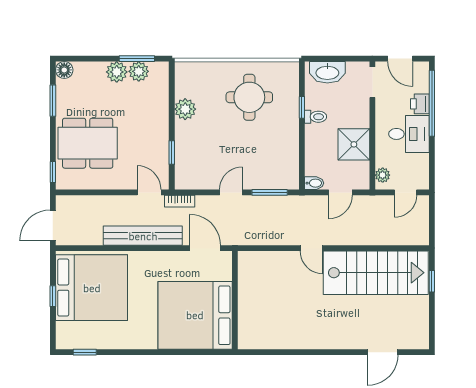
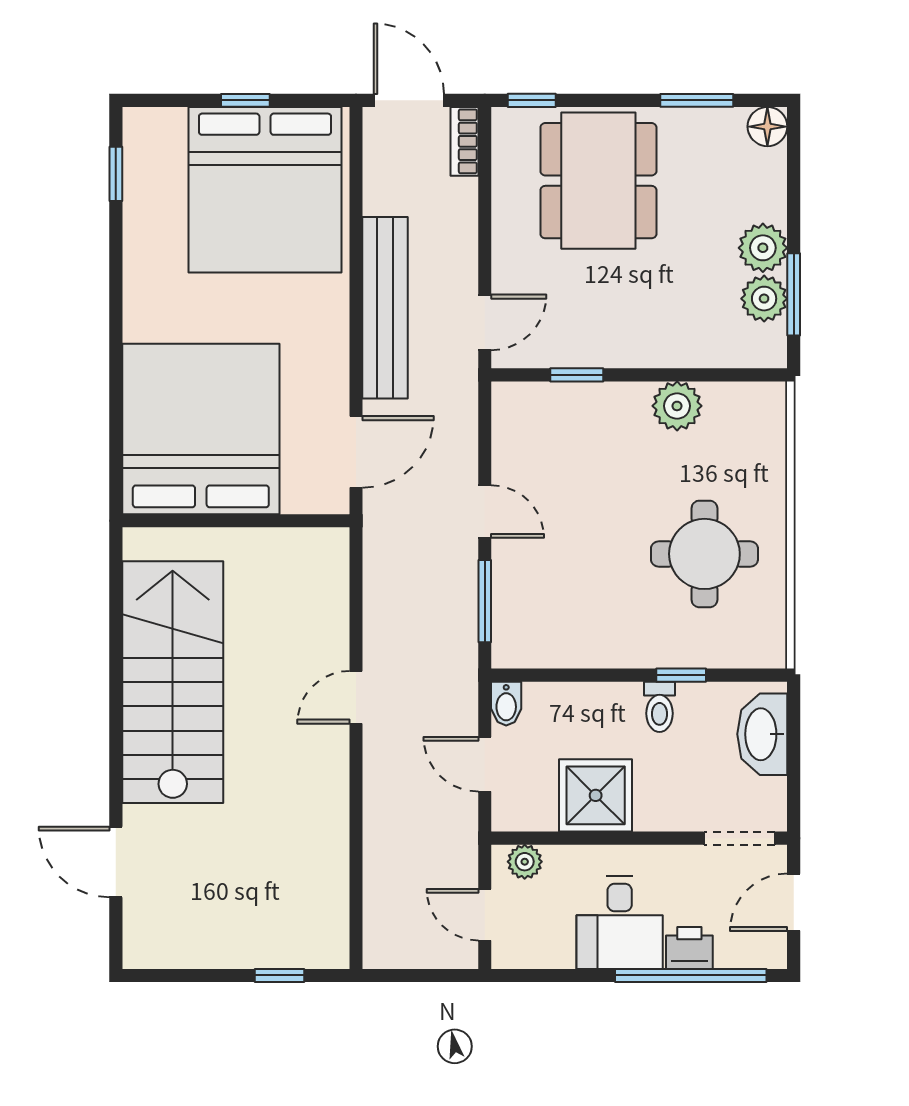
bookcase: (180, 201) -> (465, 141), moved
stairs: (376, 273) -> (173, 682), moved, turned 180

